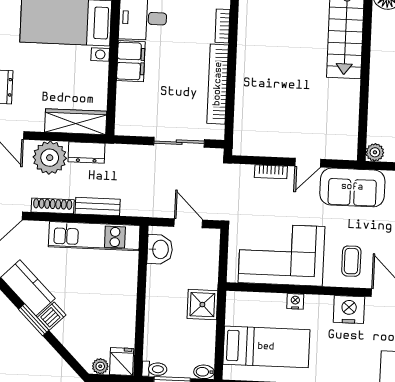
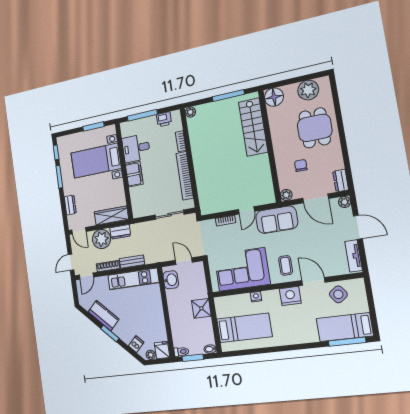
dishwasher: (52, 316) -> (136, 344), moved

